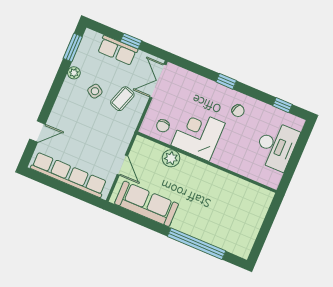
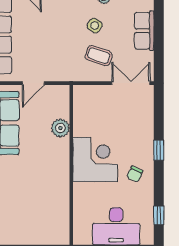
window: (131, 41) -> (159, 40), removed
chair: (163, 126) -> (89, 107), removed
corner desk: (198, 134) -> (95, 160), moved

